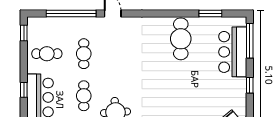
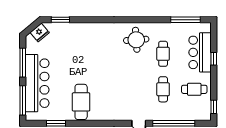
bar counter: (233, 52) -> (37, 83), width x1.36
window: (250, 85) -> (23, 63), width x2.17

